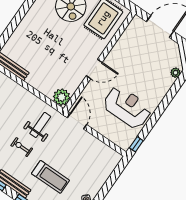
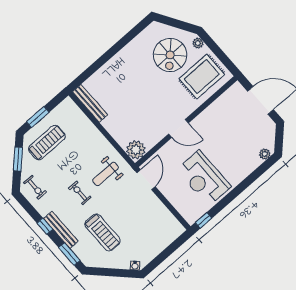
reception desk: (127, 107) -> (204, 178), turned 180
weight bench: (40, 125) -> (106, 174), turned 180

